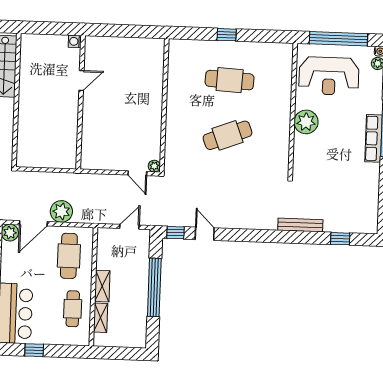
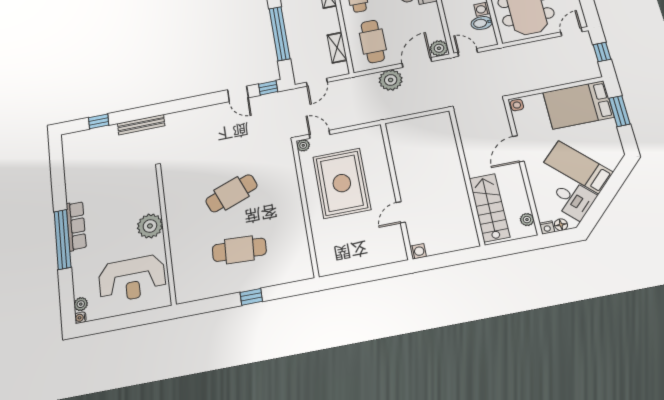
window: (338, 39) -> (127, 321), removed
reception desk: (329, 76) -> (132, 279), turned 180
rug: (127, 121) -> (342, 183), added
shelving: (102, 286) -> (337, 48), moved

